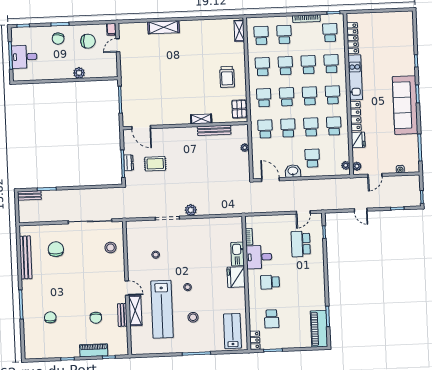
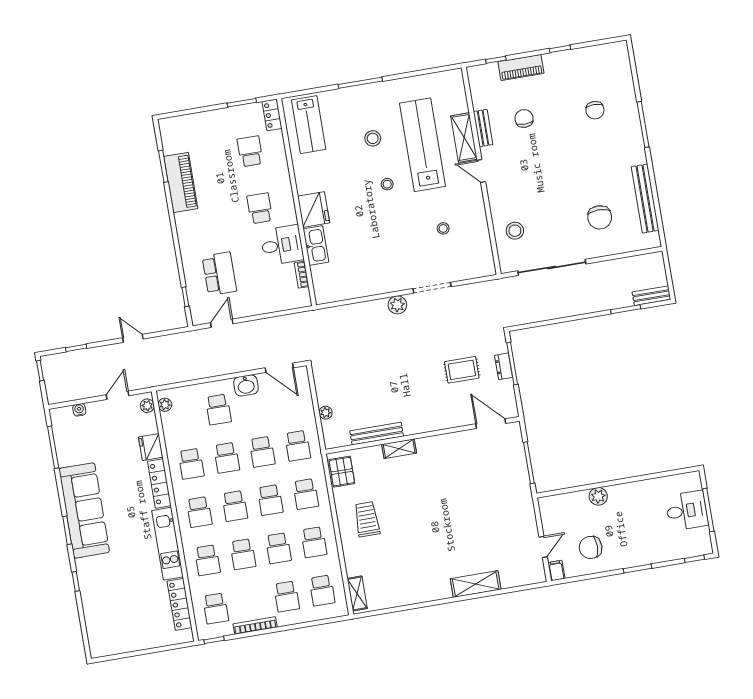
chair: (58, 39) -> (638, 546), removed
school desk: (270, 282) -> (260, 208), turned -90
piano: (319, 329) -> (181, 182), moved

